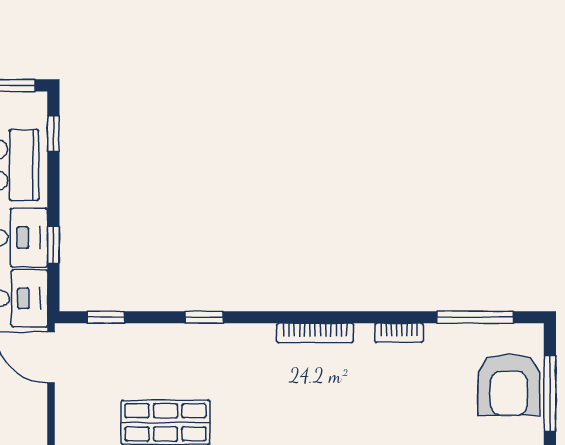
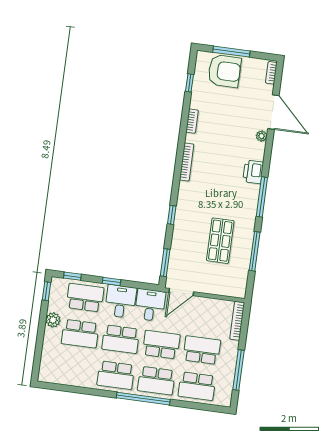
window: (53, 245) -> (112, 281), moved
window: (106, 317) -> (165, 263), width x1.50
window: (475, 317) -> (190, 83), width x0.46

